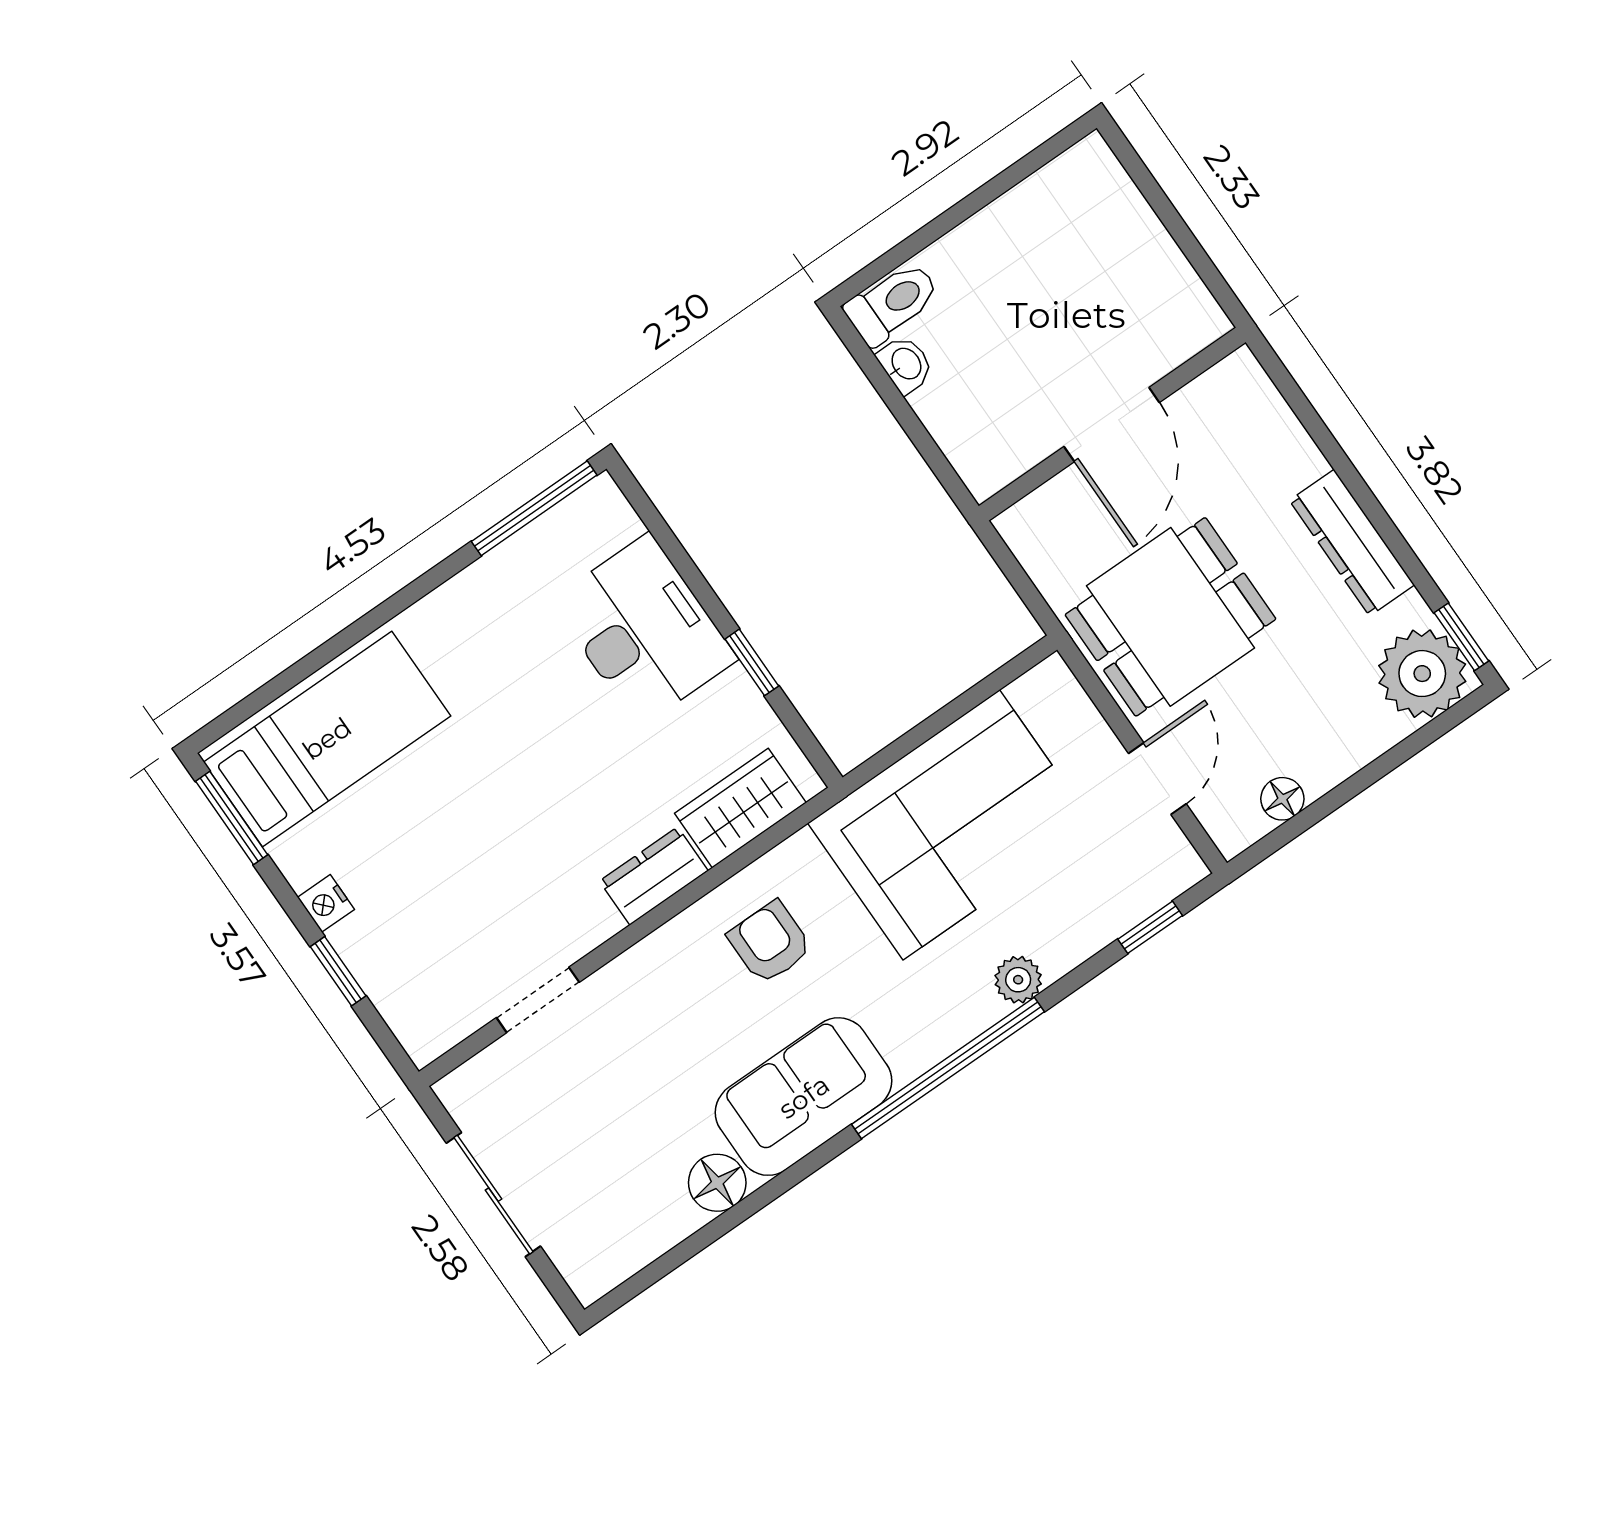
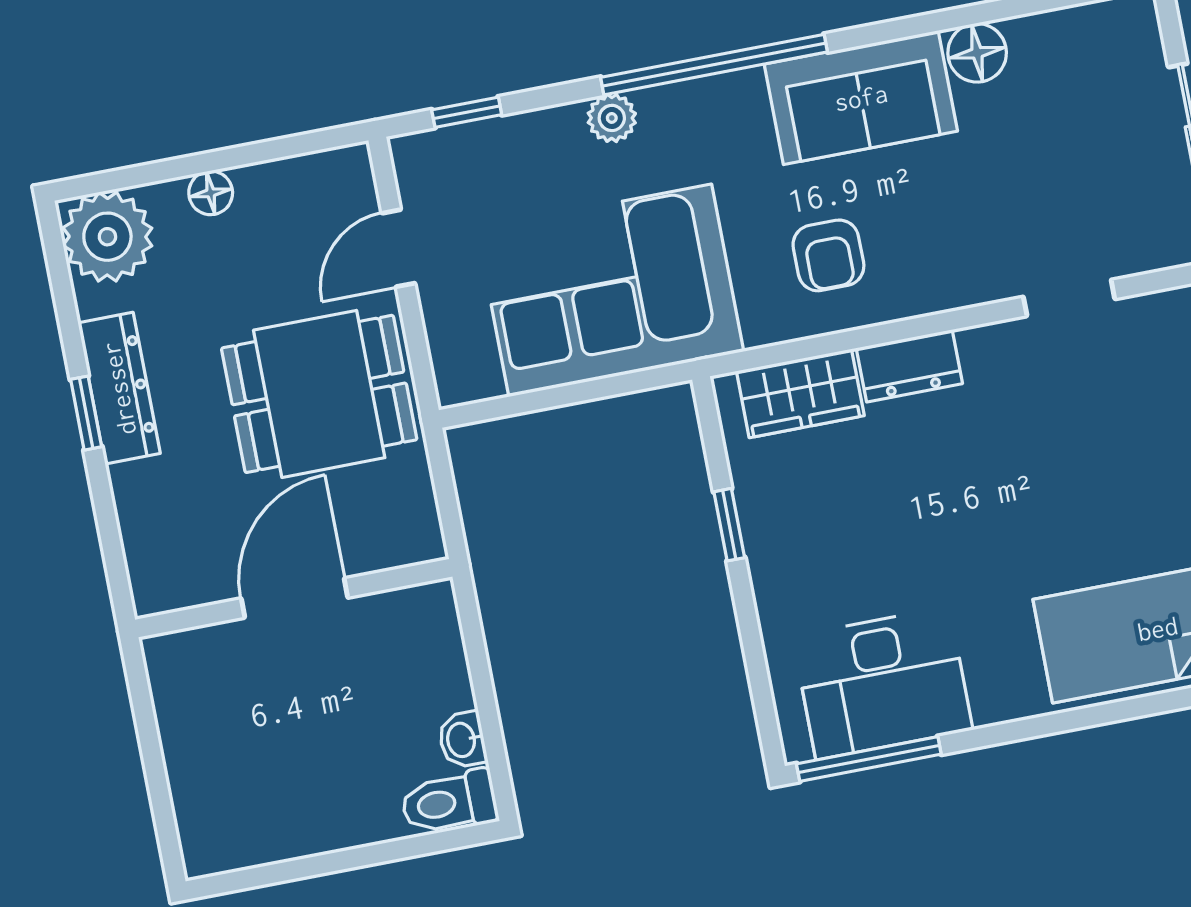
desk: (644, 630) -> (883, 683), moved, turned -90
window: (1461, 637) -> (86, 413), moved
floor lamp: (1282, 799) -> (211, 193), moved

